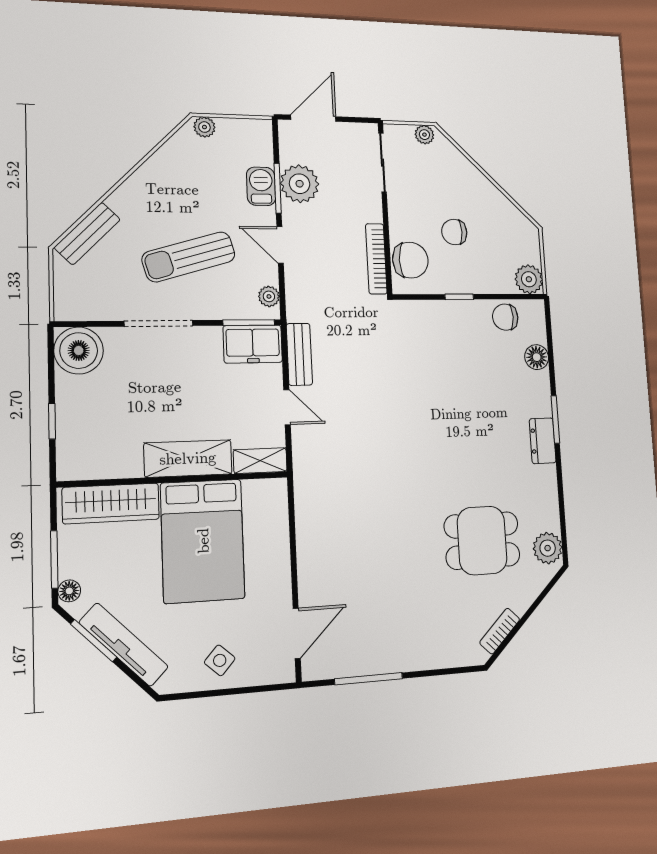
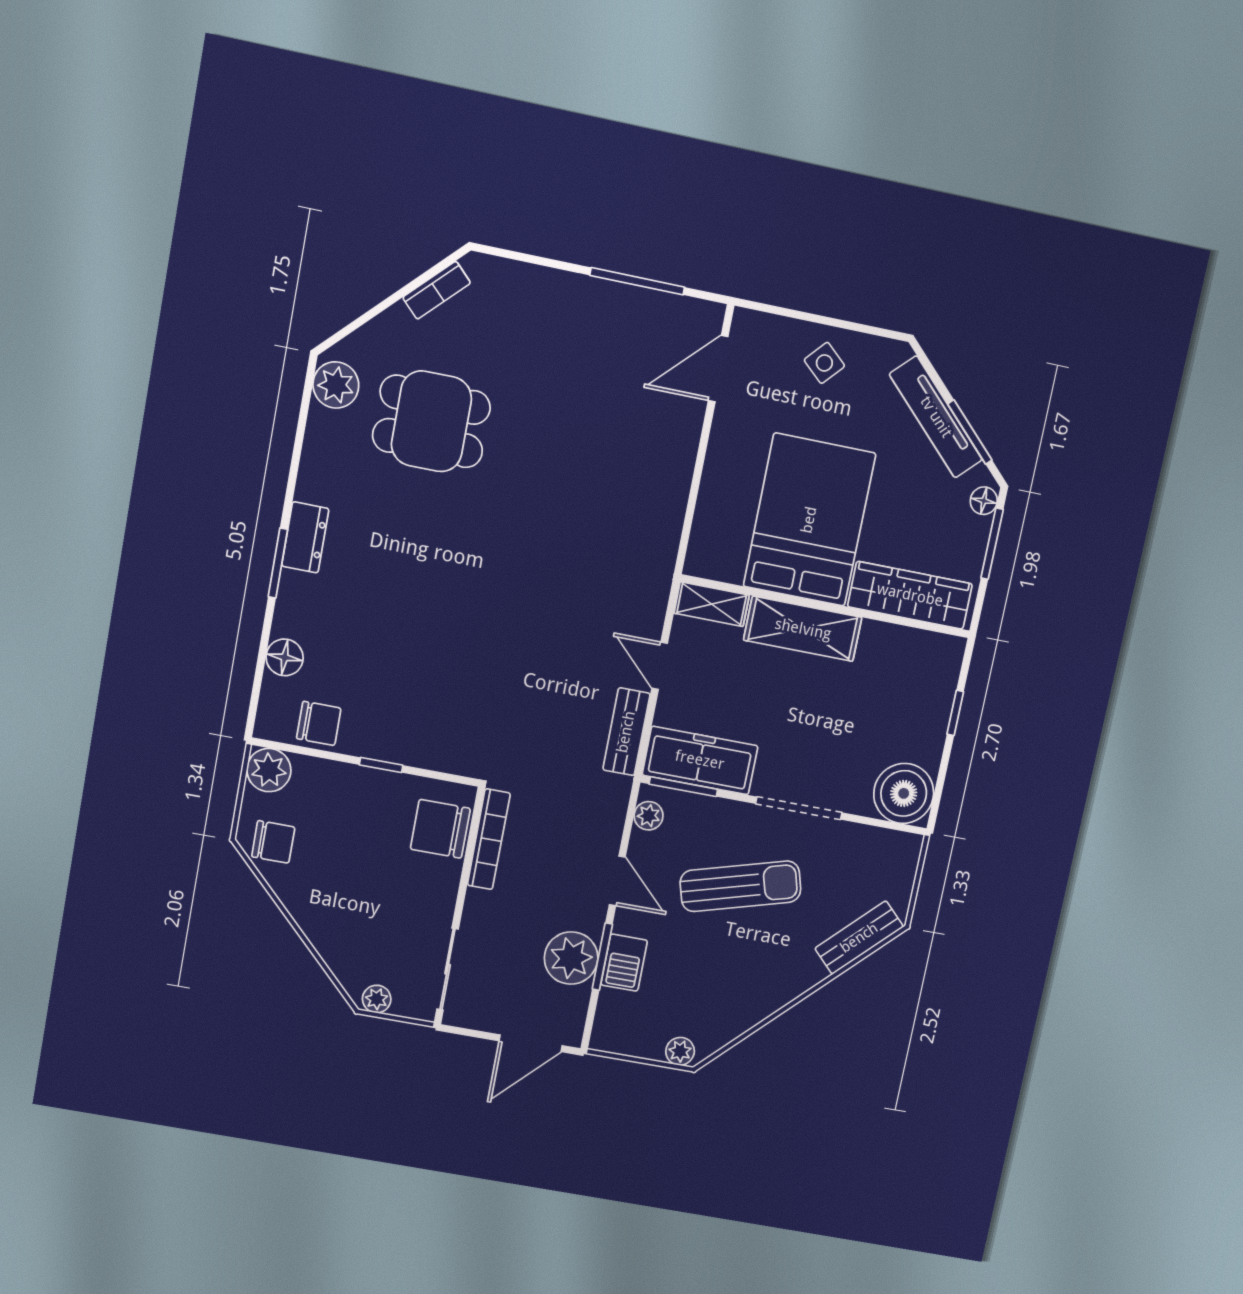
chair: (454, 232) -> (273, 842), moved
freezer: (253, 344) -> (700, 760), width x1.40

